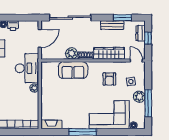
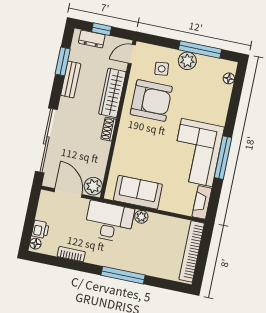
plant: (72, 53) -> (93, 186), moved
sofa: (73, 70) -> (138, 192), moved, turned -90
armchair: (109, 79) -> (151, 100), width x1.88, depth x1.88
corner sofa: (109, 115) -> (197, 152), moved

